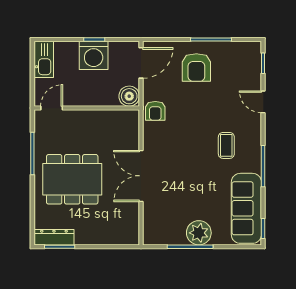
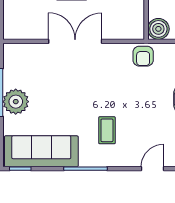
armchair: (155, 111) -> (143, 56), turned -90
coffee table: (226, 145) -> (107, 130), turned 90

